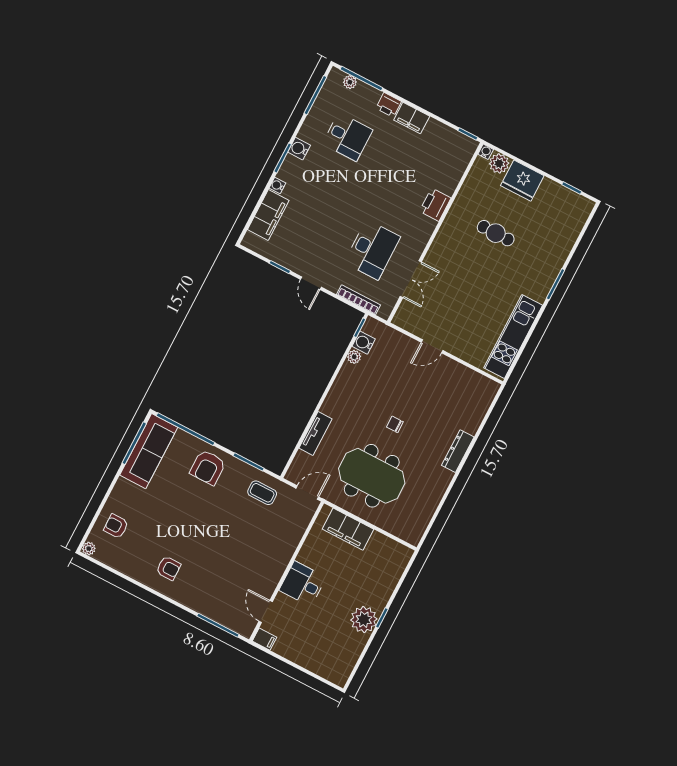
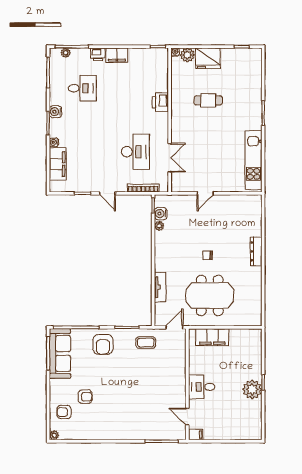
armchair: (168, 568) -> (85, 397), moved

